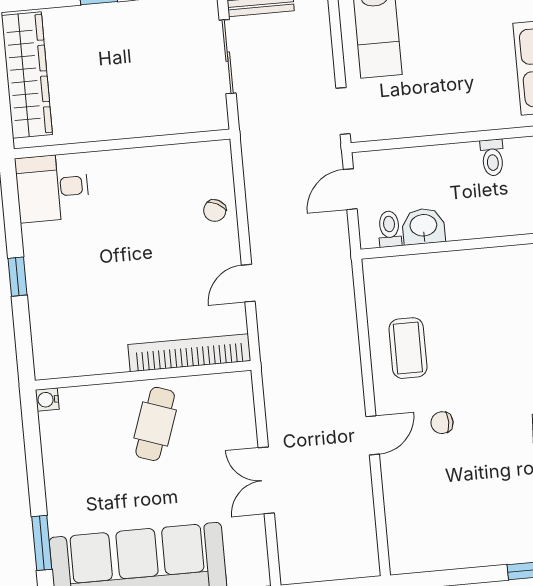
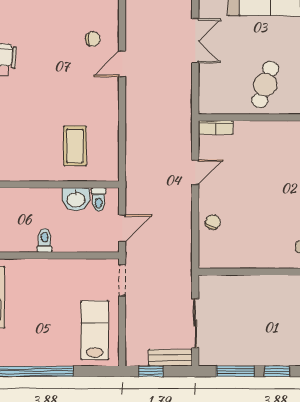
toilet: (492, 158) -> (45, 240), moved
coffee table: (408, 348) -> (75, 146), moved
bookcase: (189, 353) -> (216, 127), width x0.43, depth x0.76
chair: (442, 423) -> (93, 39), moved

